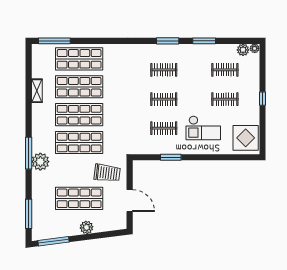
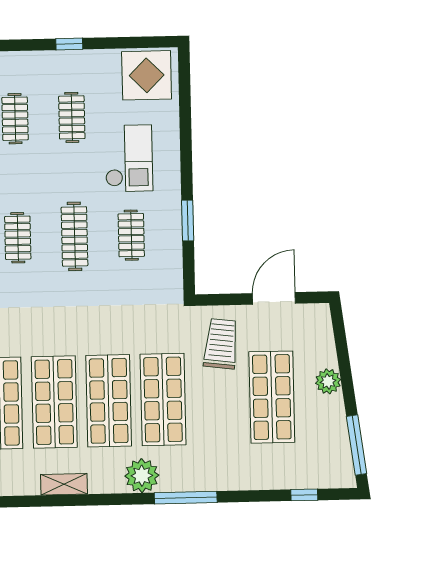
clothes rail: (164, 99) -> (74, 236), width x1.36
plant: (40, 162) -> (142, 476), moved
window: (29, 214) -> (304, 495), width x0.46

